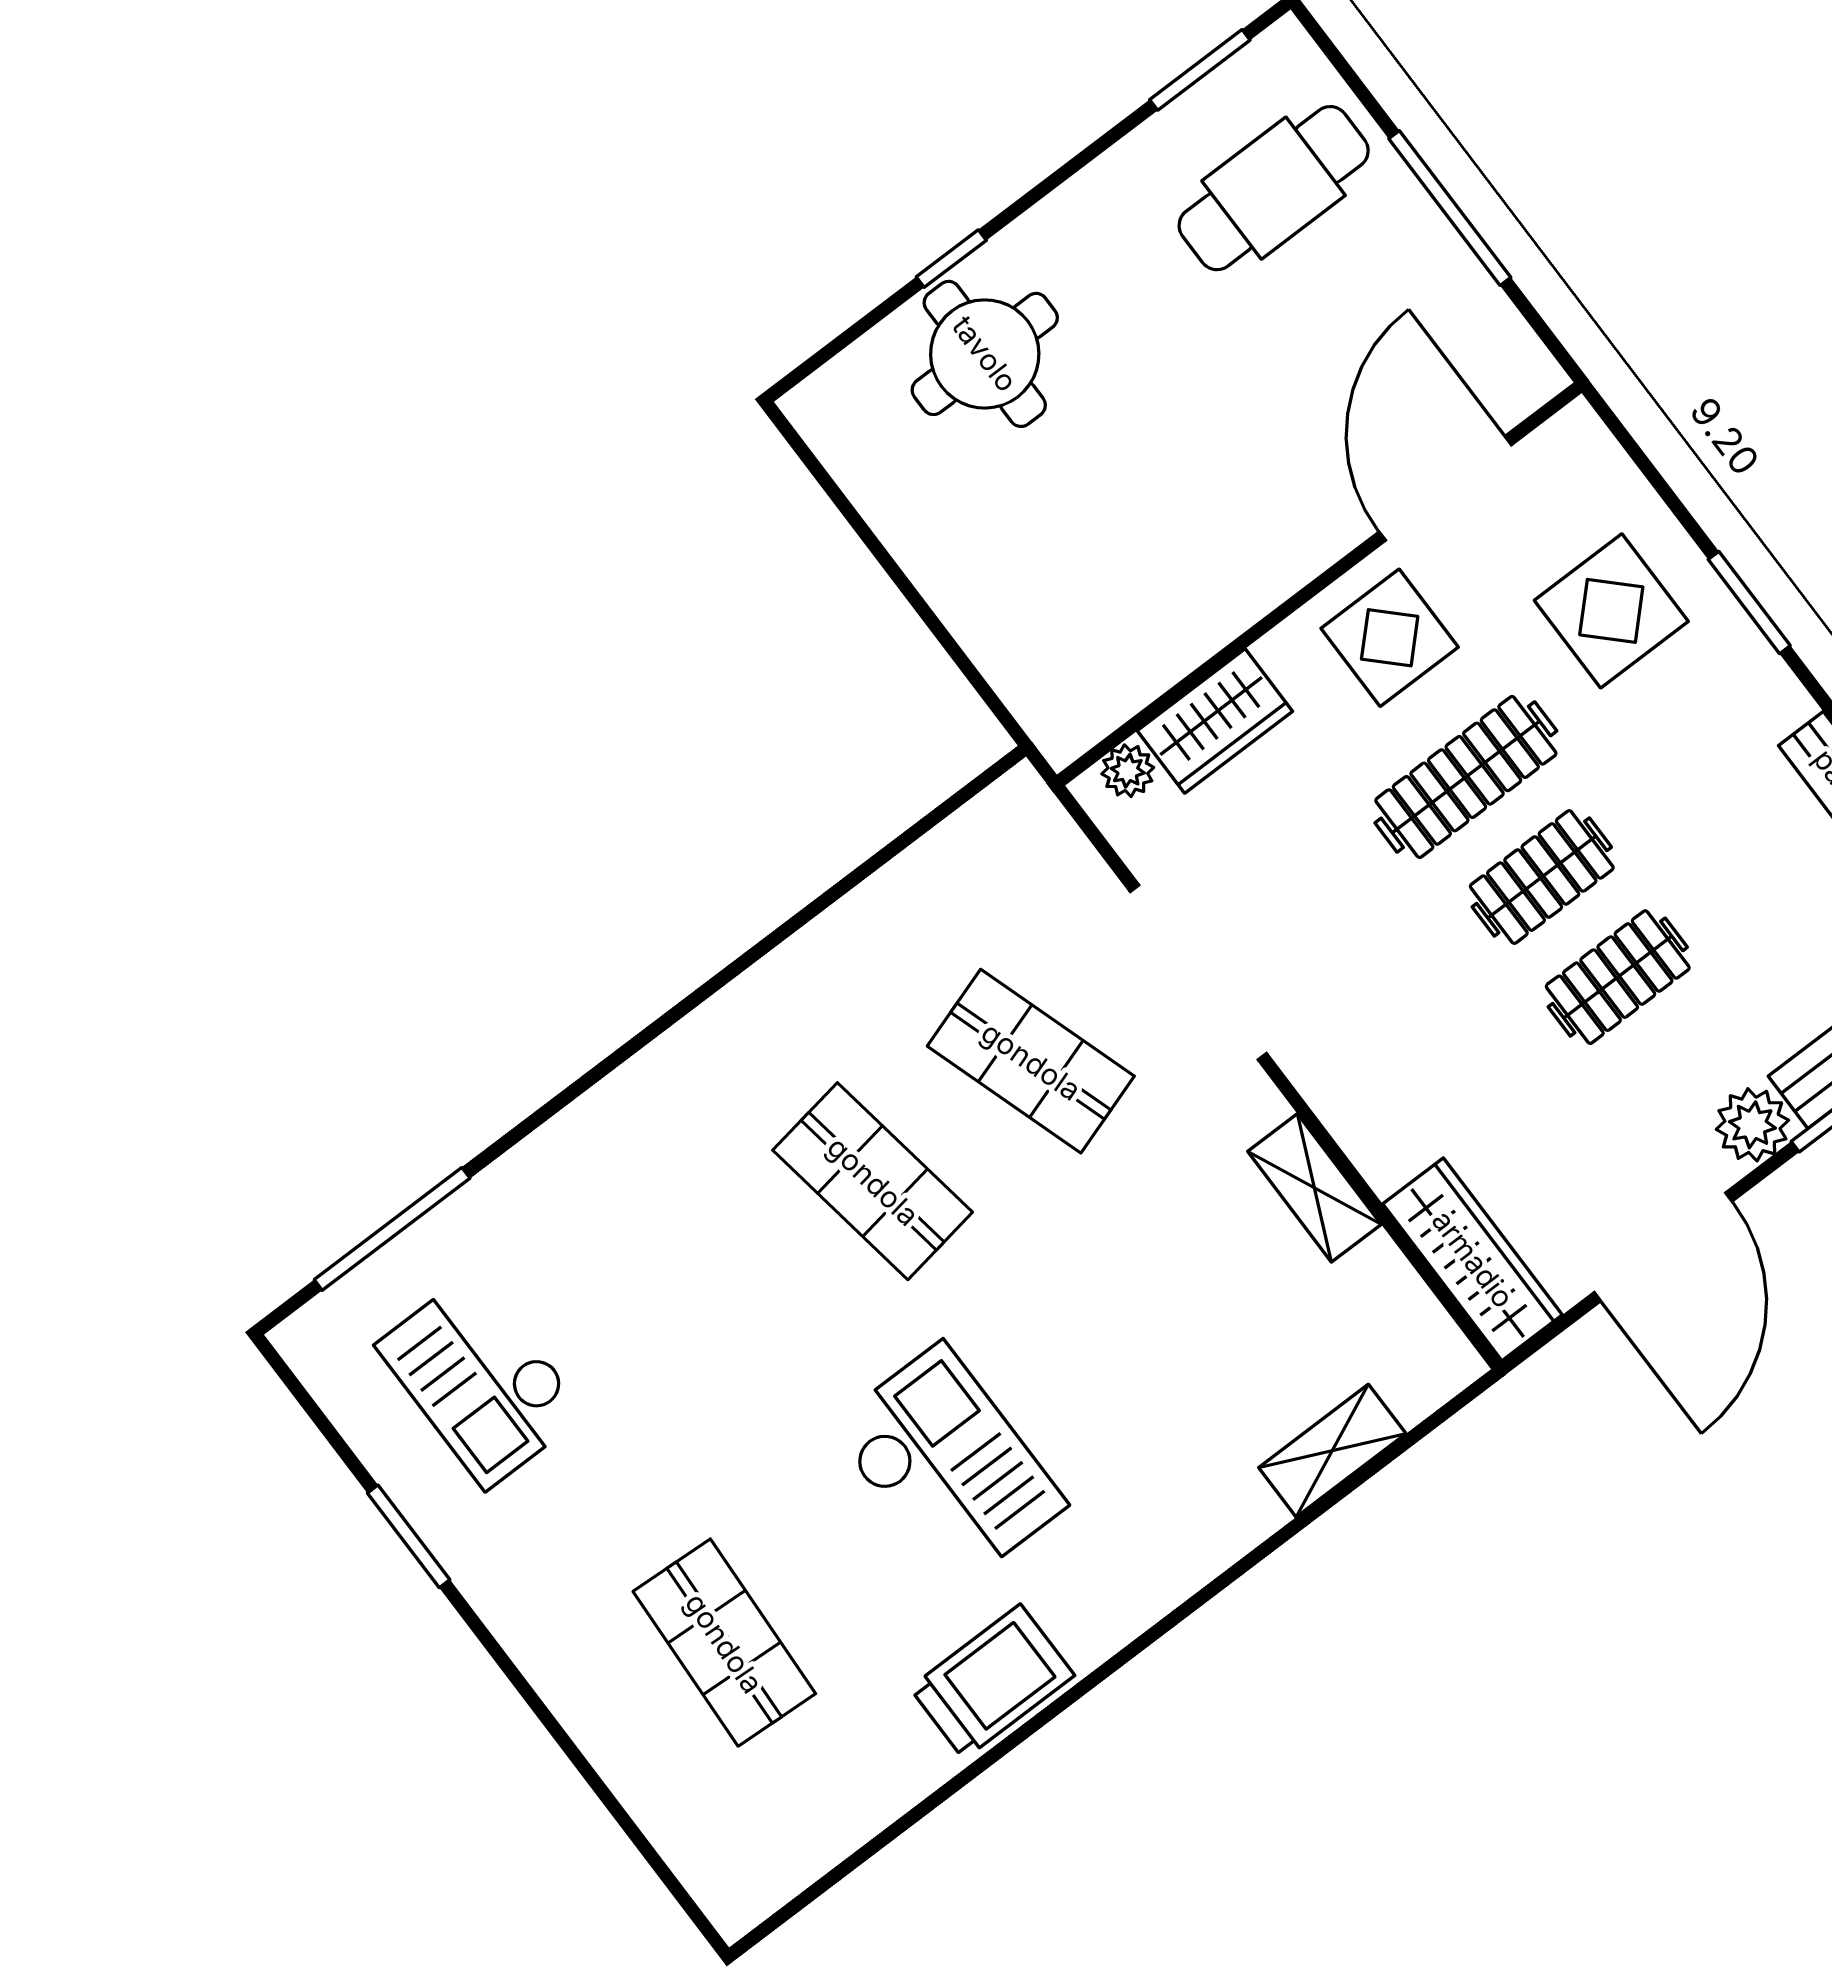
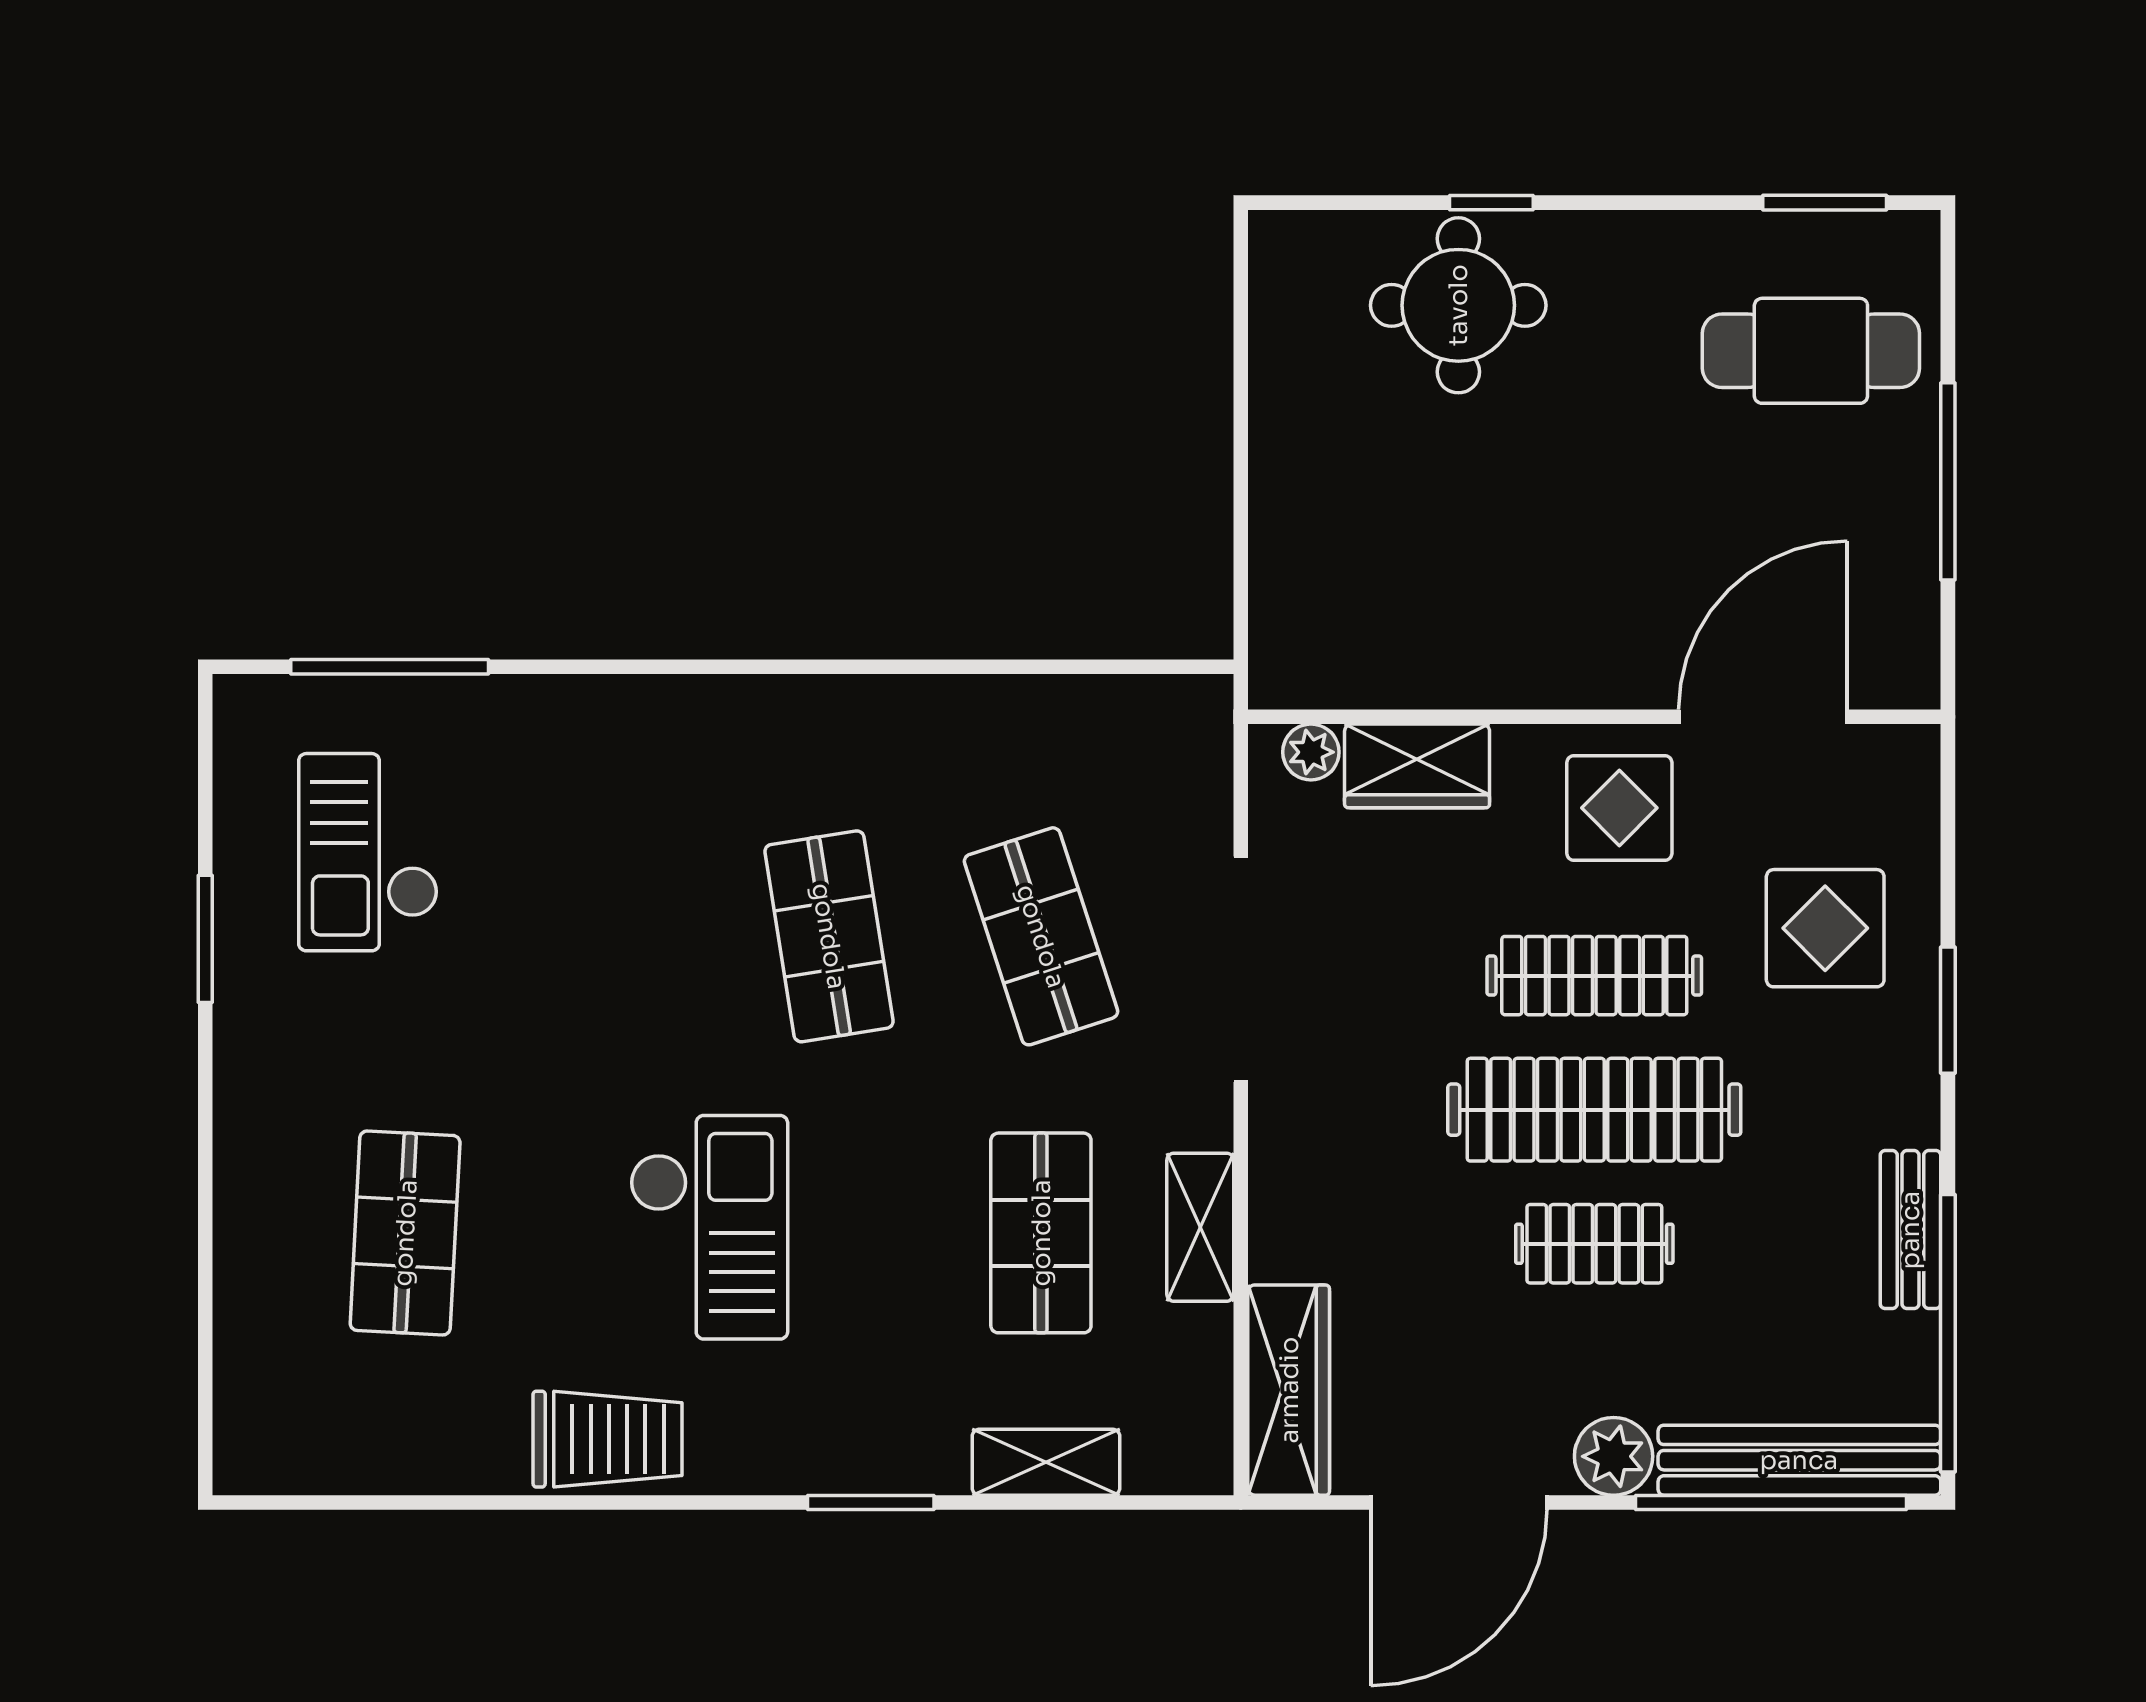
clothes rail: (1542, 877) -> (1594, 1110), width x1.86, depth x1.31
shop shelf: (1199, 1282) -> (1041, 1233), added
window: (1224, 1580) -> (871, 1502), added

